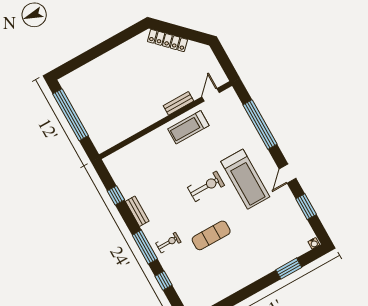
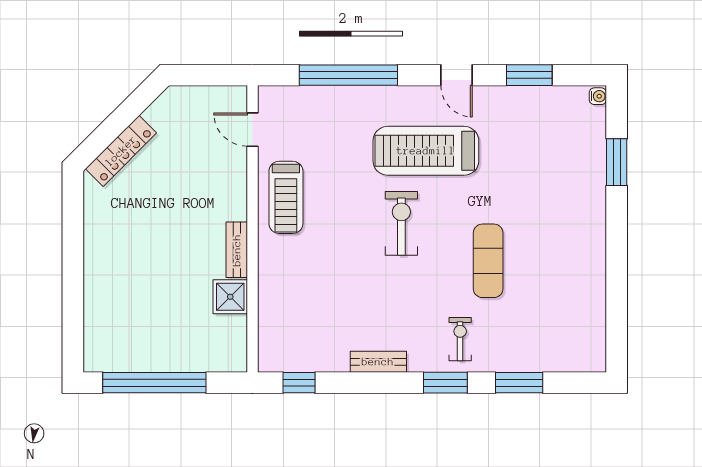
bench: (179, 103) -> (237, 250), moved
shower: (129, 127) -> (230, 297), added
treadmill: (245, 179) -> (426, 151), turned 180
window: (116, 195) -> (299, 383), moved
window: (145, 247) -> (445, 383), width x0.69
window: (164, 281) -> (519, 383), width x1.50

